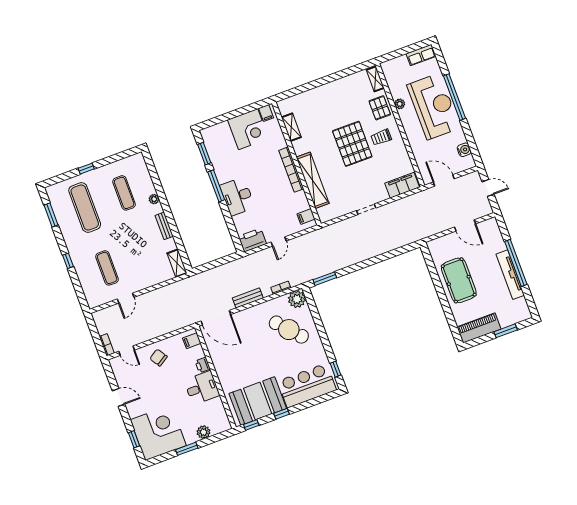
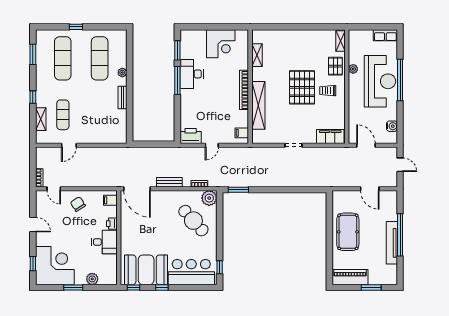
filing cabinet: (266, 113) -> (241, 36), removed
exercise mat: (124, 193) -> (100, 58), width x1.36, depth x1.45
desk: (237, 197) -> (192, 74), moved
shelving: (177, 263) -> (41, 119), moved

